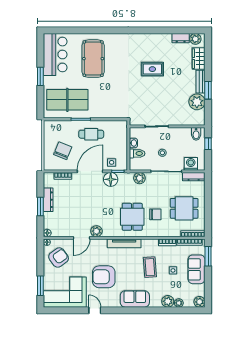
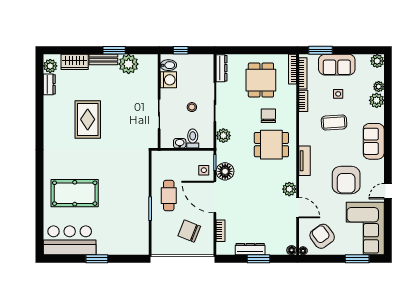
rug: (152, 69) -> (88, 119), width x1.36, depth x1.43
table tennis table: (67, 100) -> (126, 225), removed
washing machine: (191, 164) -> (168, 80), moved, turned 180
tv unit: (124, 243) -> (305, 161), width x0.71

